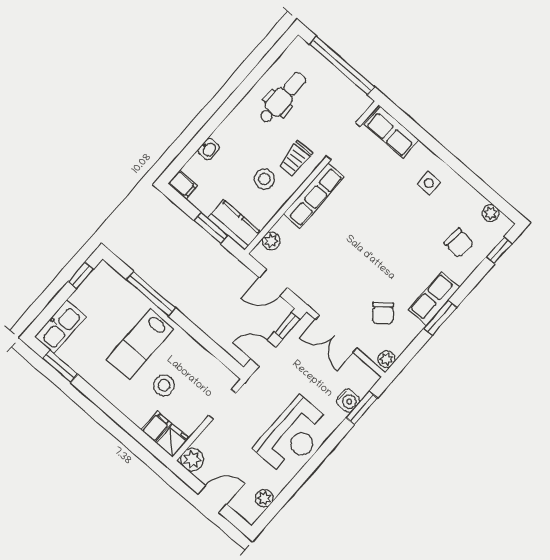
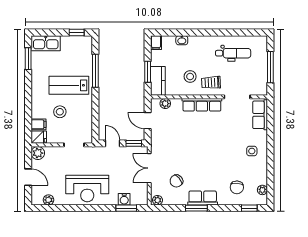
window: (342, 66) -> (270, 67), width x0.68

